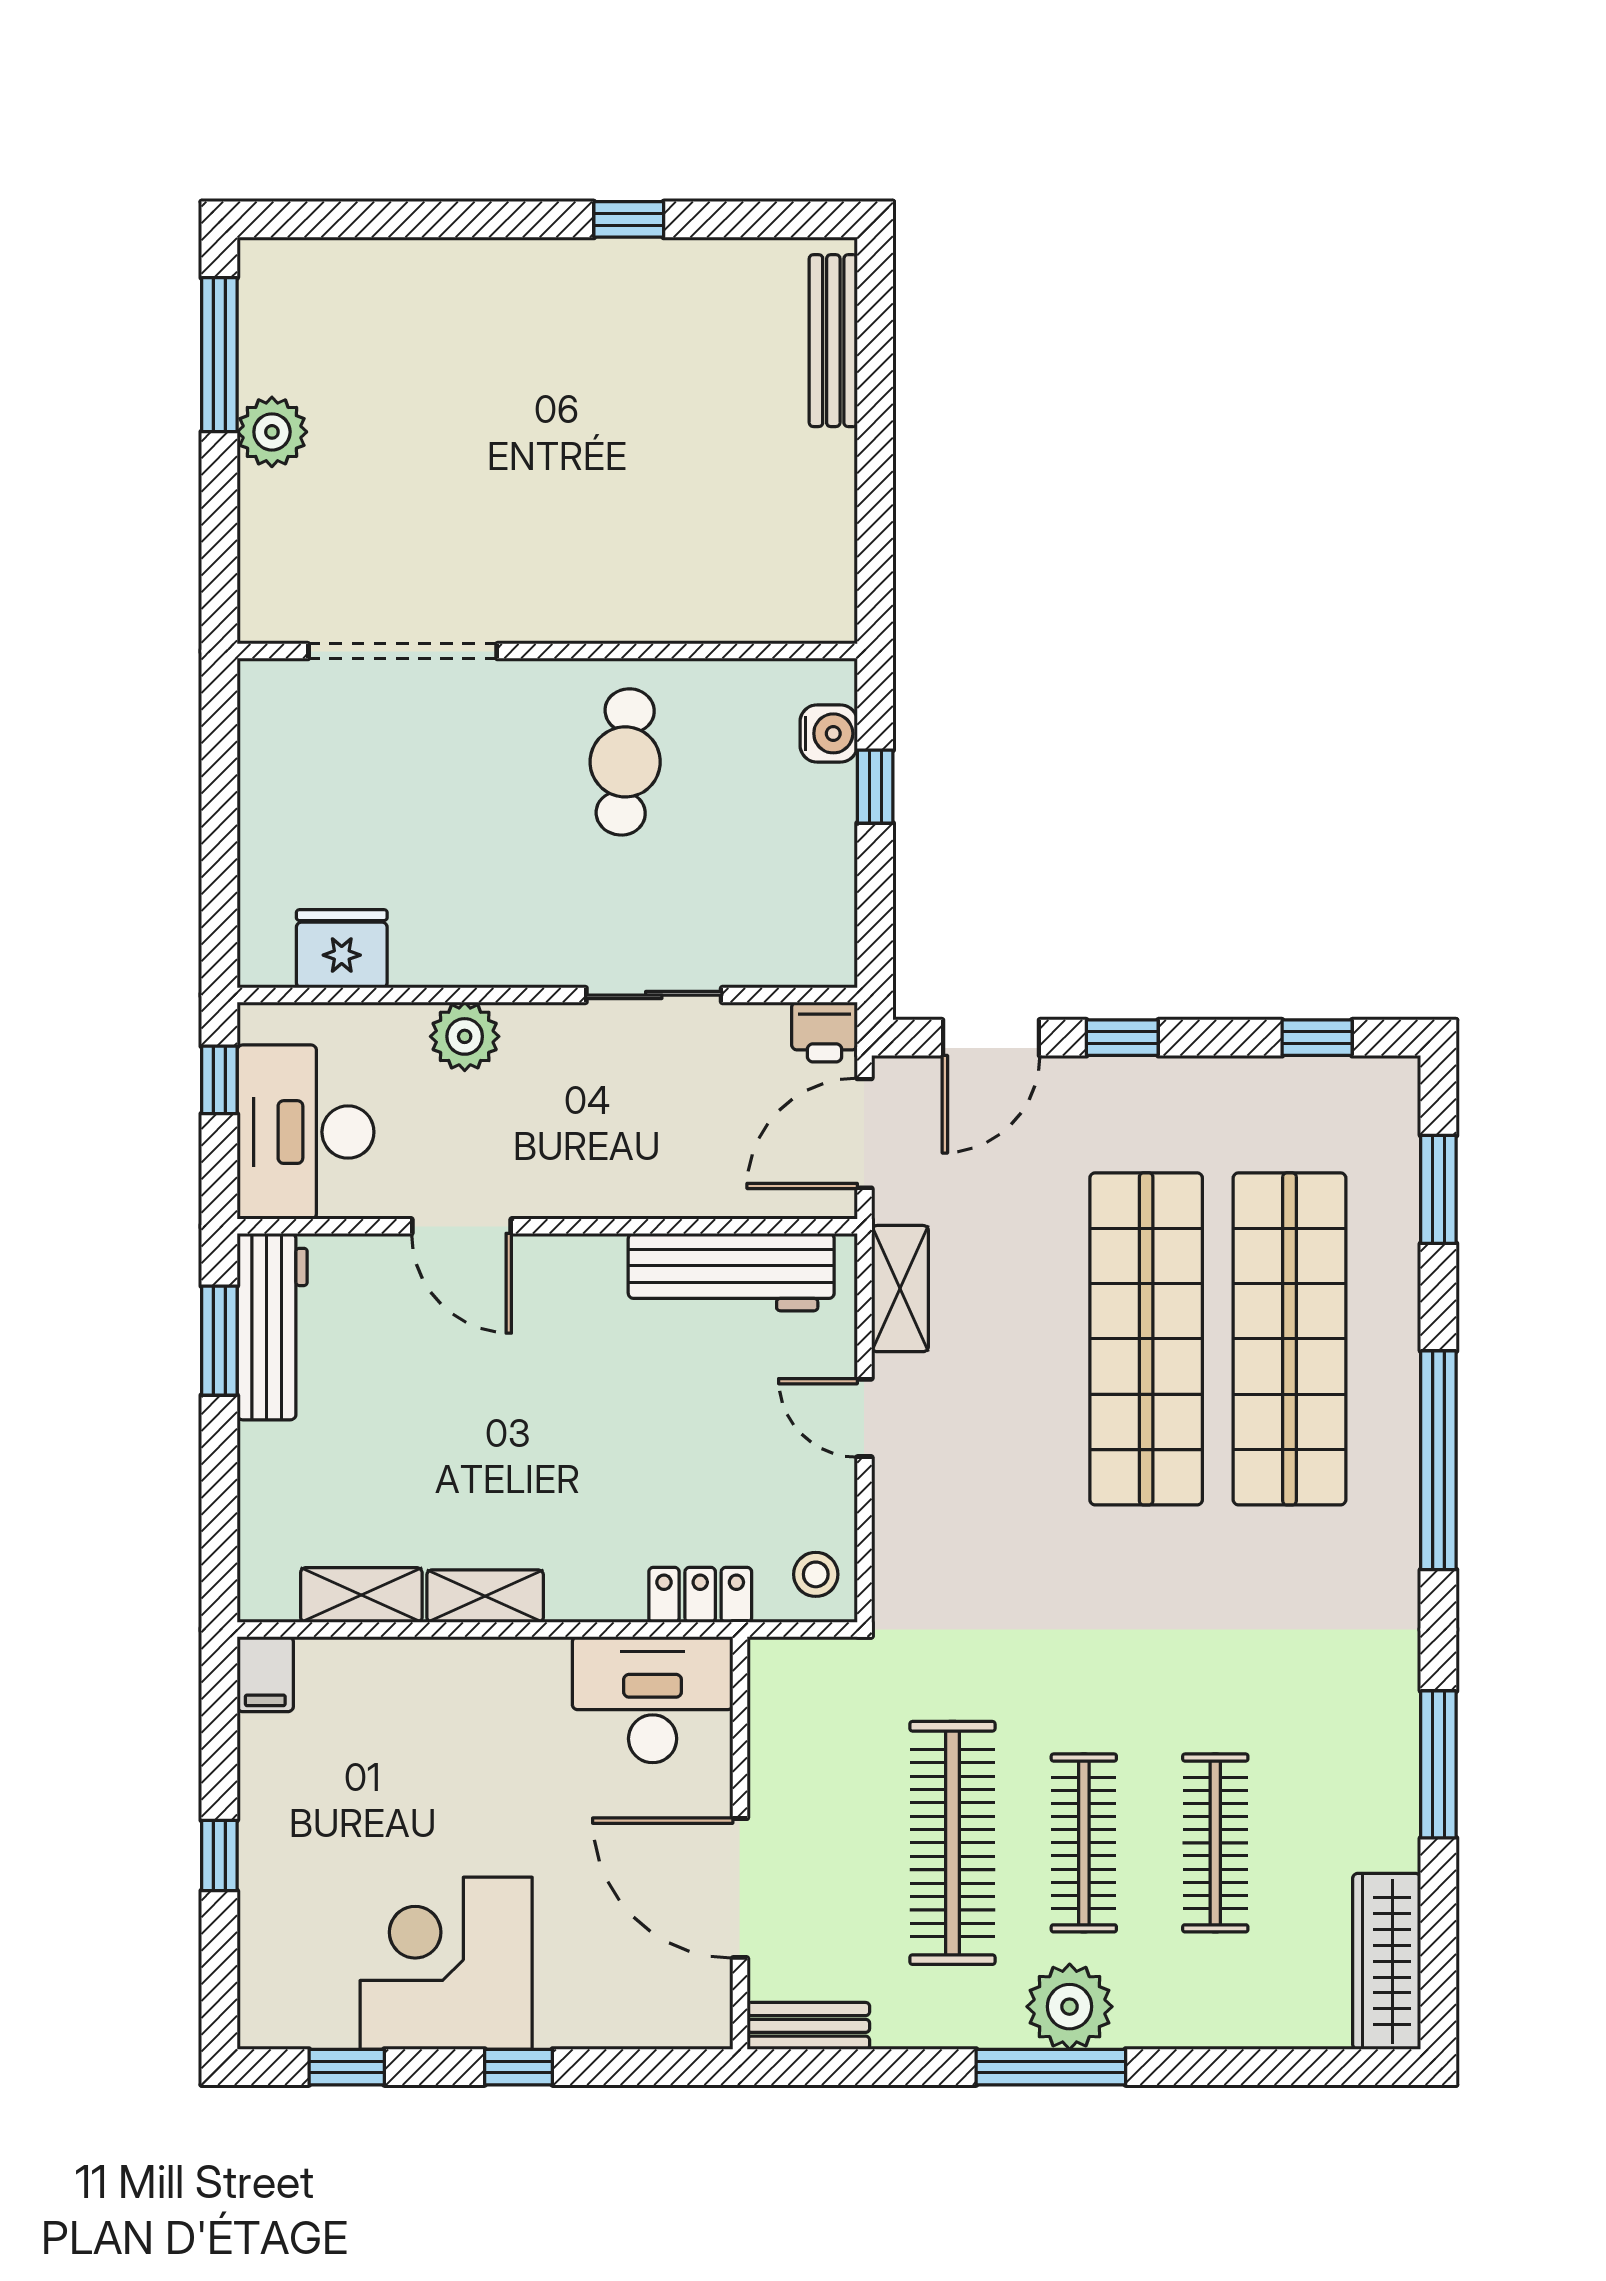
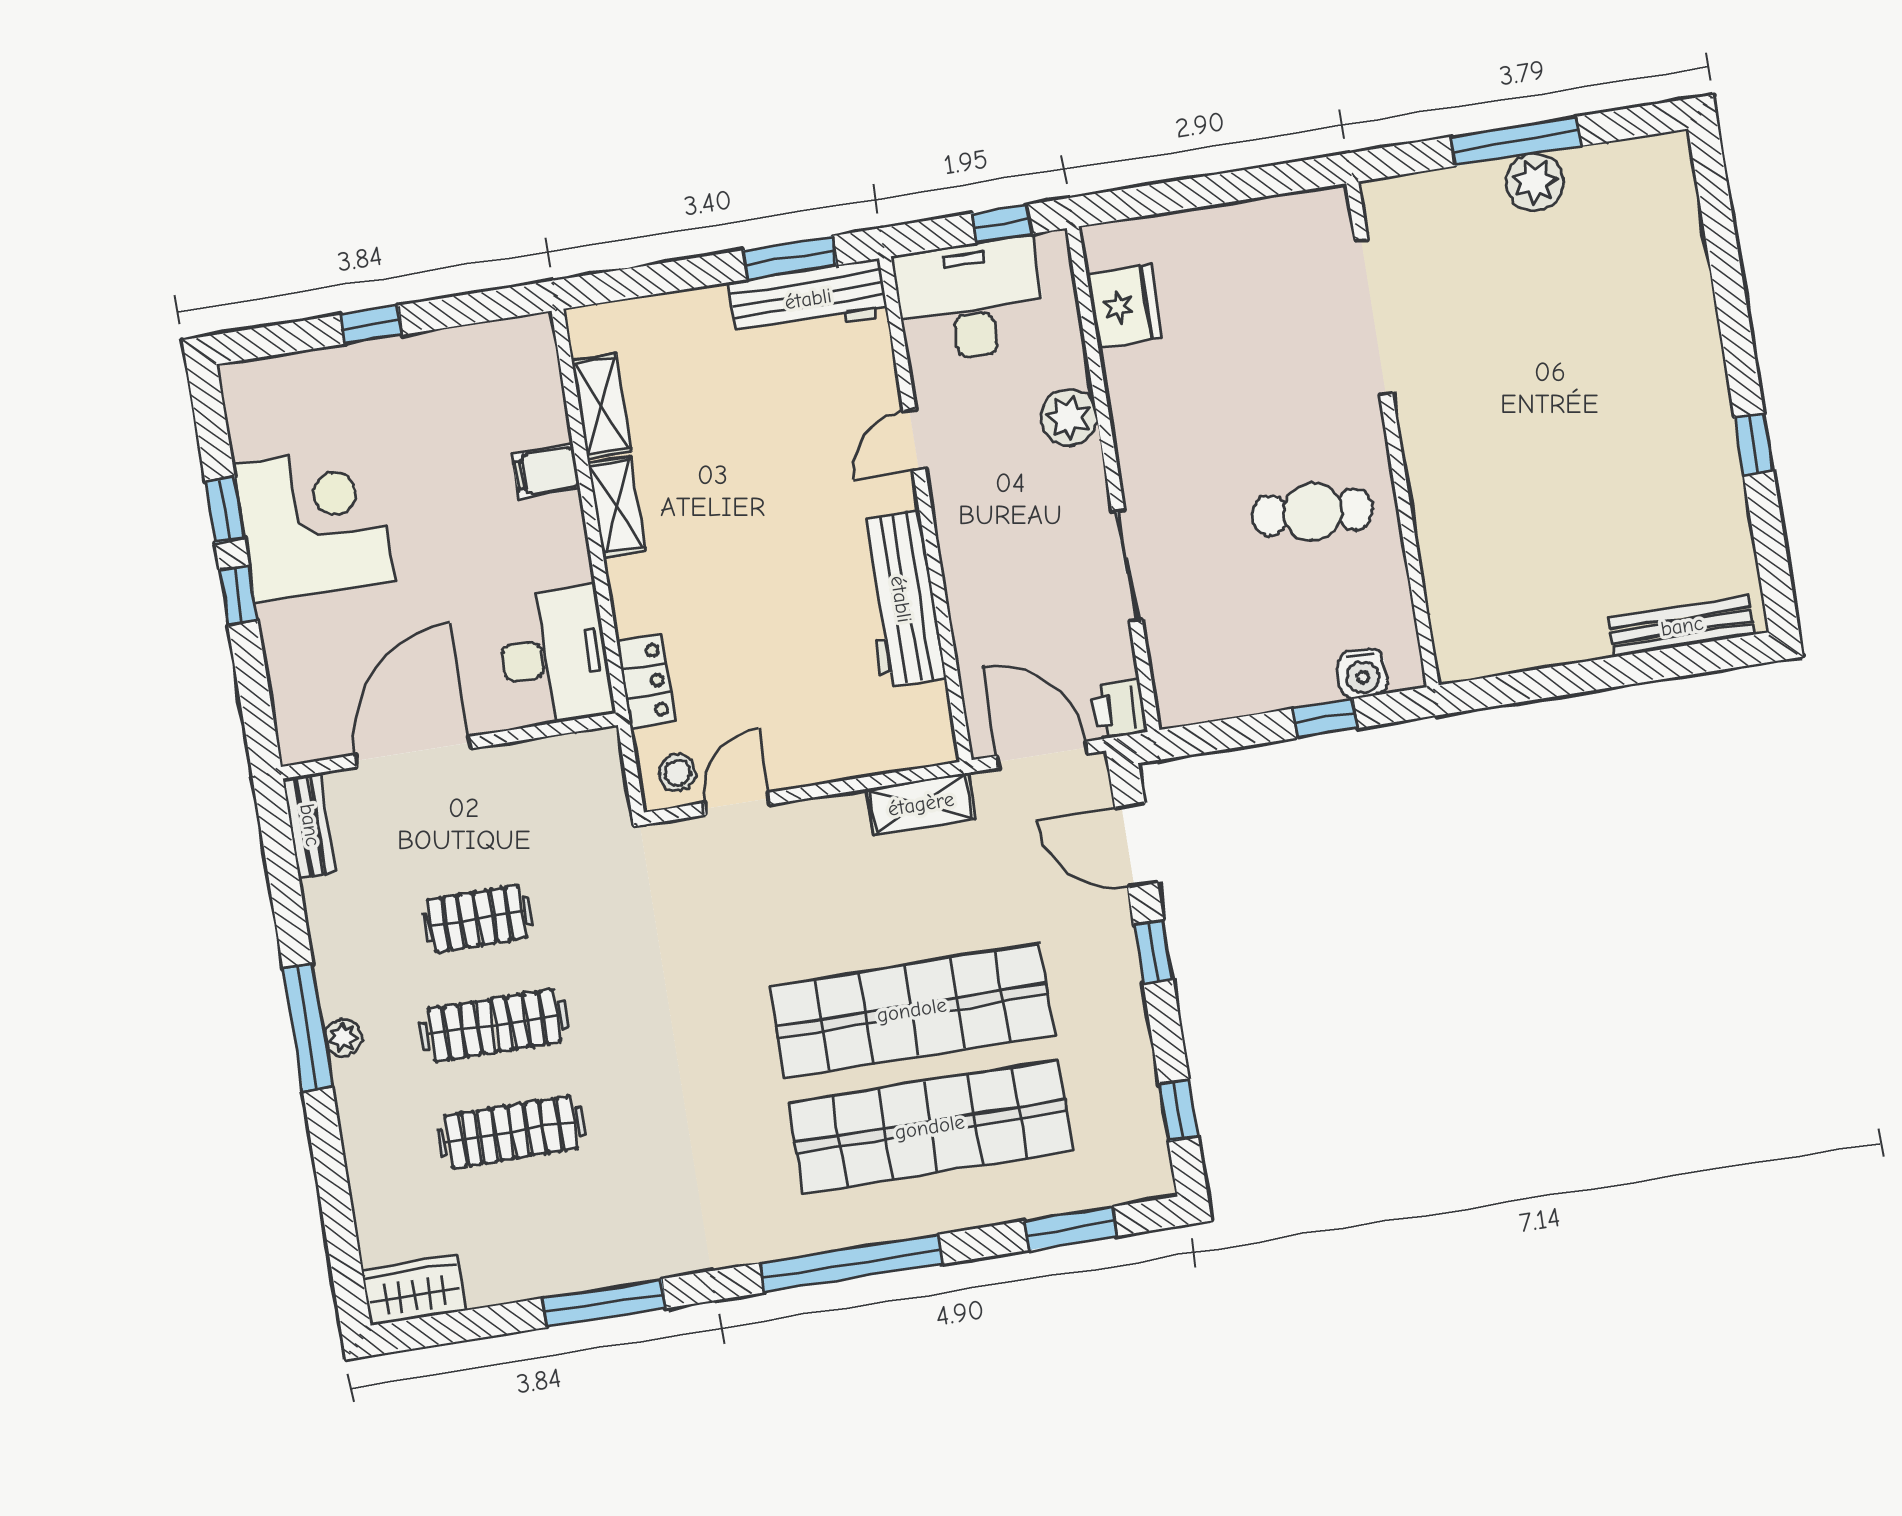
window: (219, 355) -> (1516, 141), moved
door: (462, 1226) -> (914, 440), width x0.73
workbench: (731, 1272) -> (901, 599), moved
door: (864, 1418) -> (737, 804), moved
filing cabinet: (265, 1674) -> (546, 471), moved
clothes rail: (952, 1843) -> (477, 919), width x0.54, depth x0.76
wardrobe: (1387, 1961) -> (414, 1291), width x0.67
plant: (1070, 2007) -> (343, 1038), width x0.53, depth x0.53
window: (347, 2067) -> (225, 510), moved

